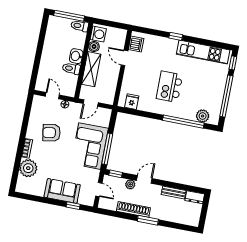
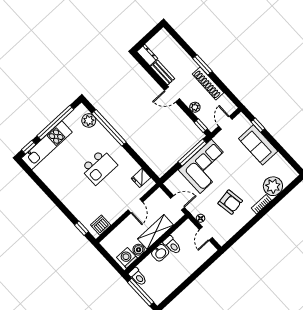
window: (176, 36) -> (82, 228), moved
kitchen unit: (203, 52) -> (47, 145), moved, turned 90
door: (124, 58) -> (135, 206), moved
door: (144, 179) -> (172, 94), moved

